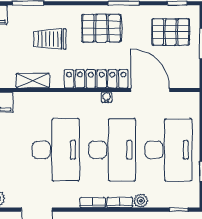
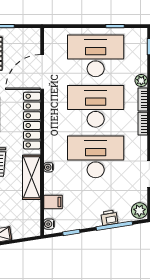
shelving: (33, 81) -> (31, 177), width x1.50, depth x1.33
water cooler: (107, 97) -> (49, 167), moved

